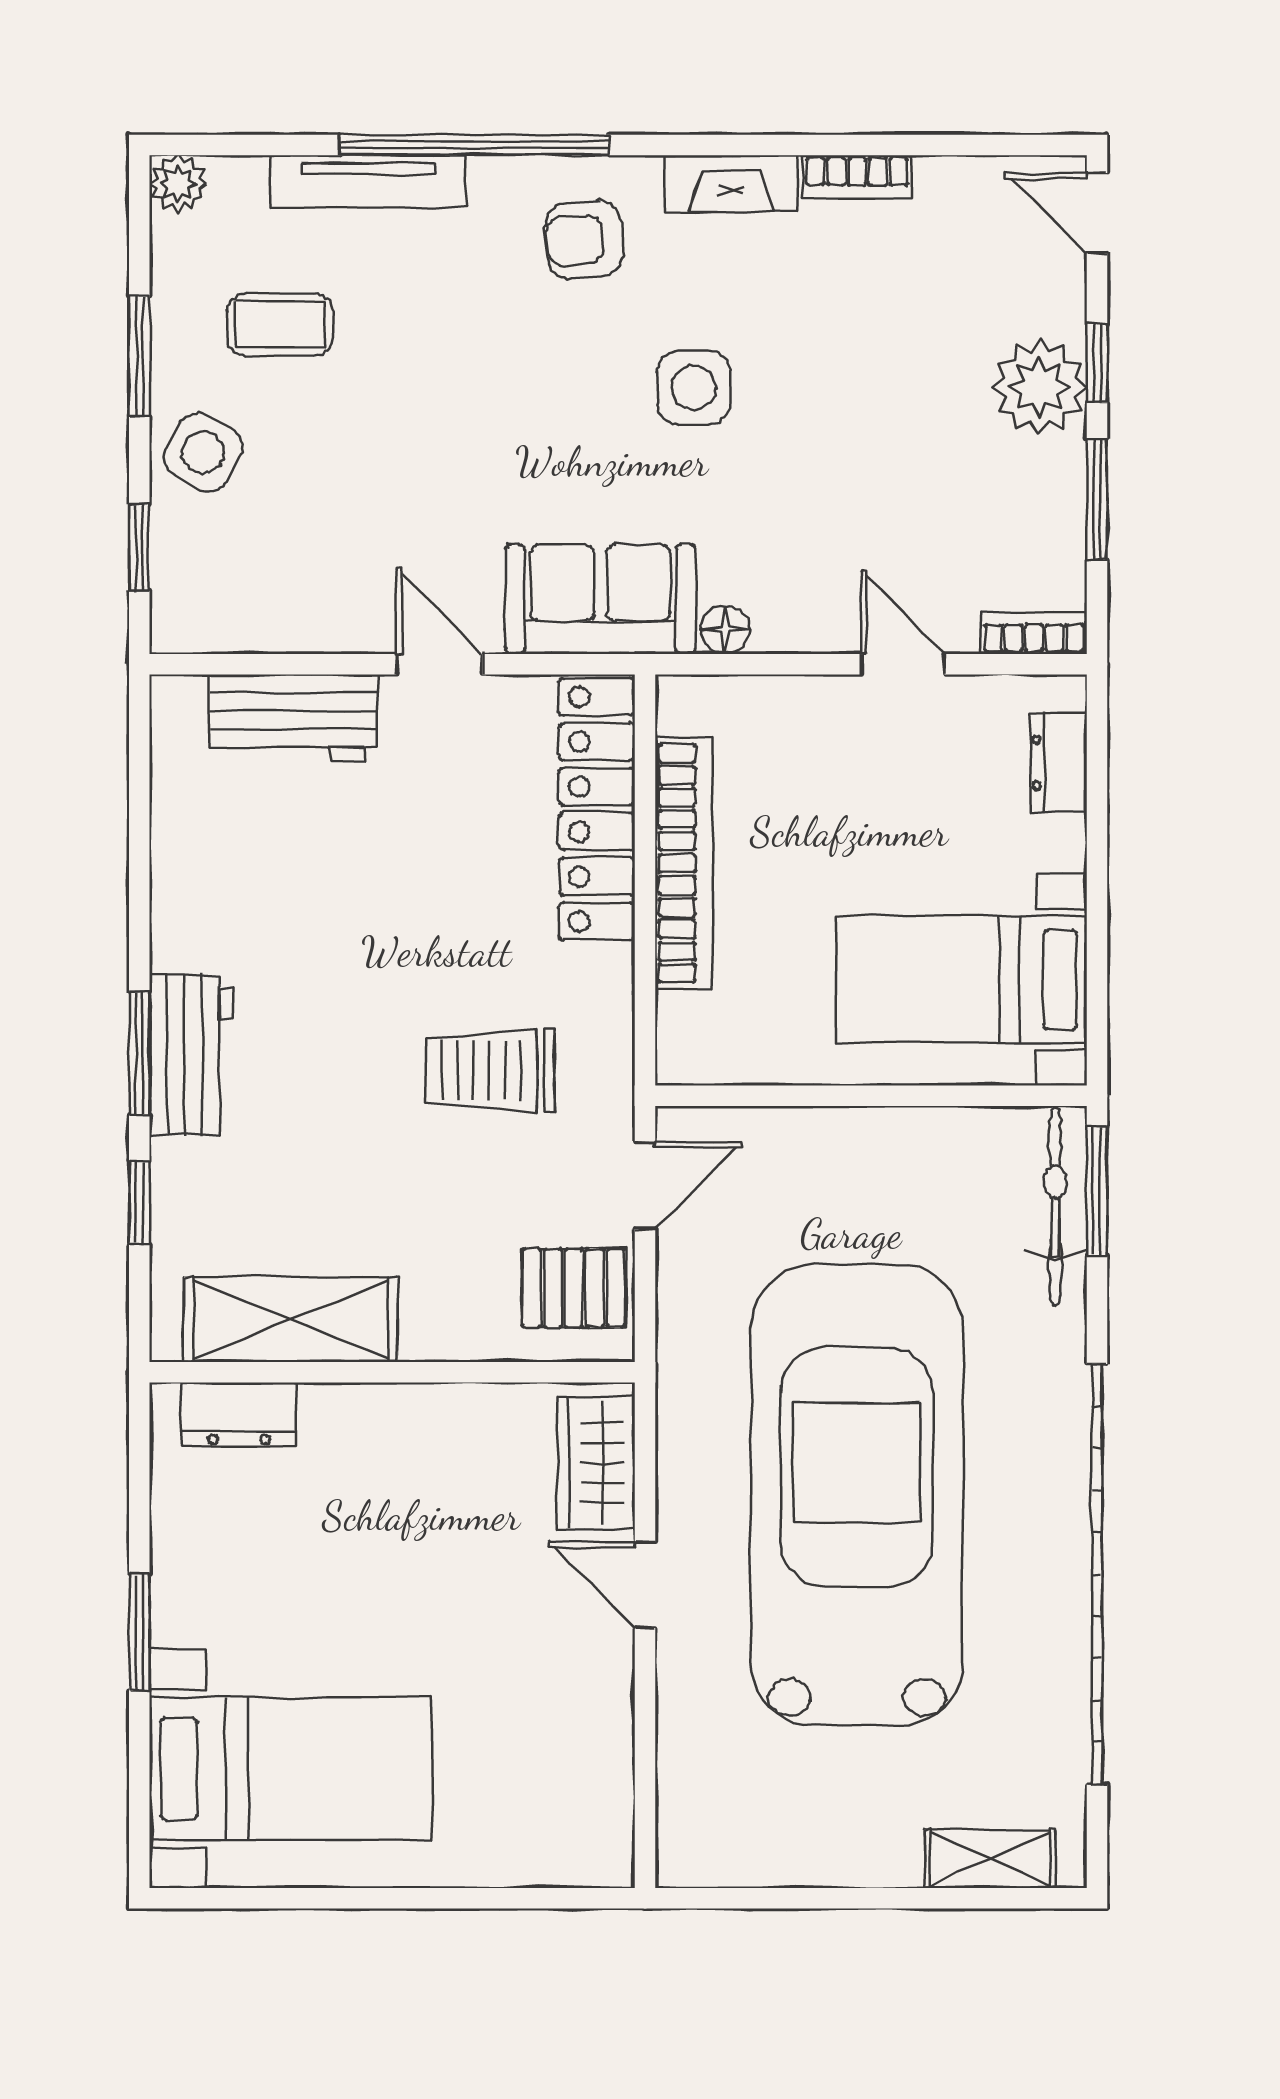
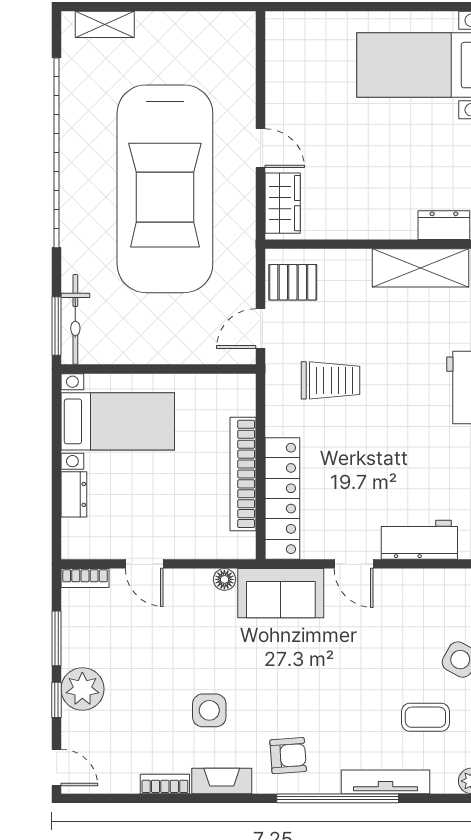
side table: (694, 388) -> (209, 710), moved
dresser: (1059, 763) -> (74, 494), moved

